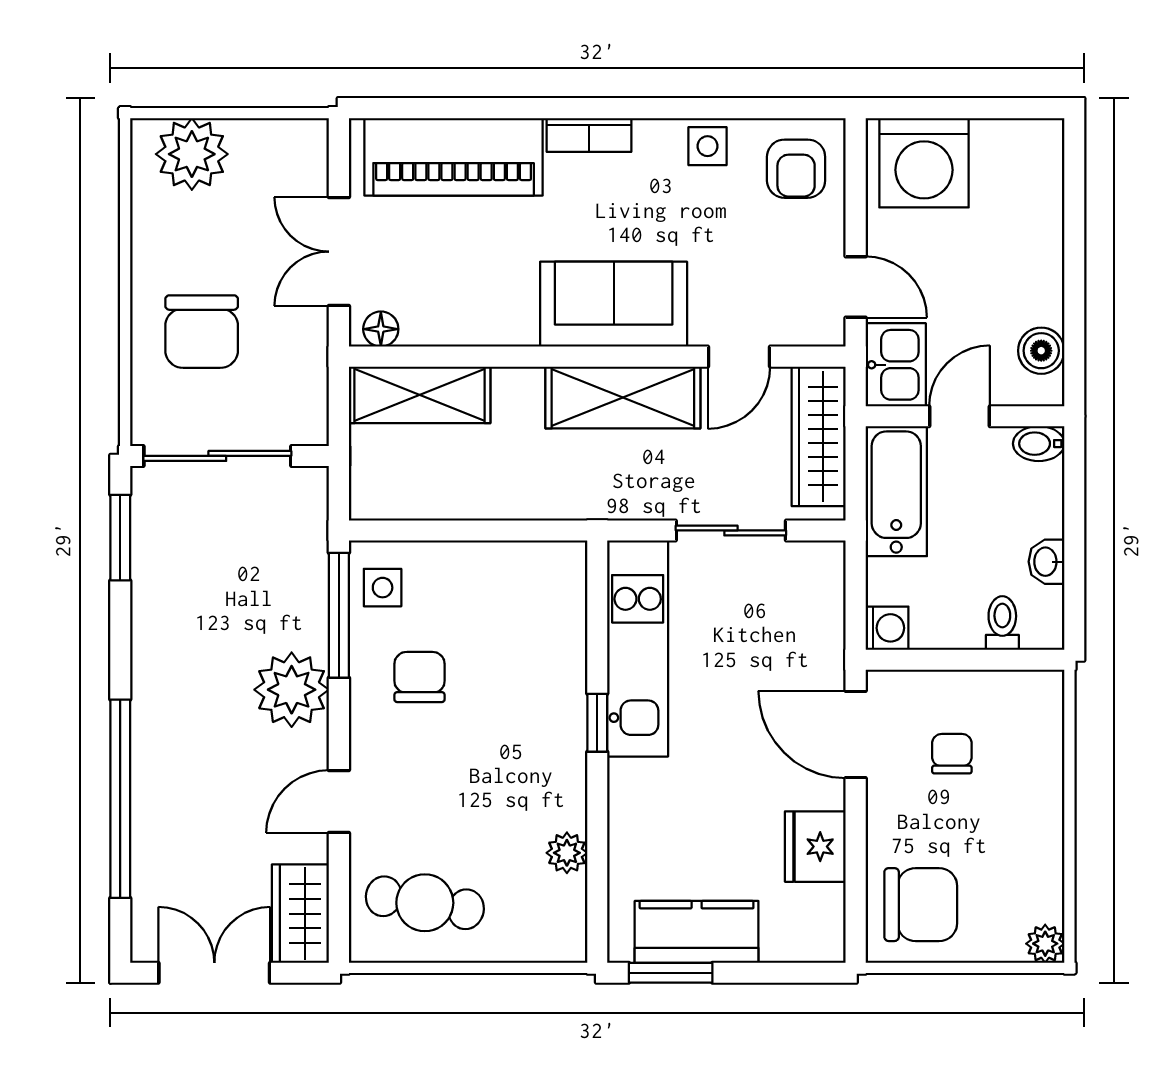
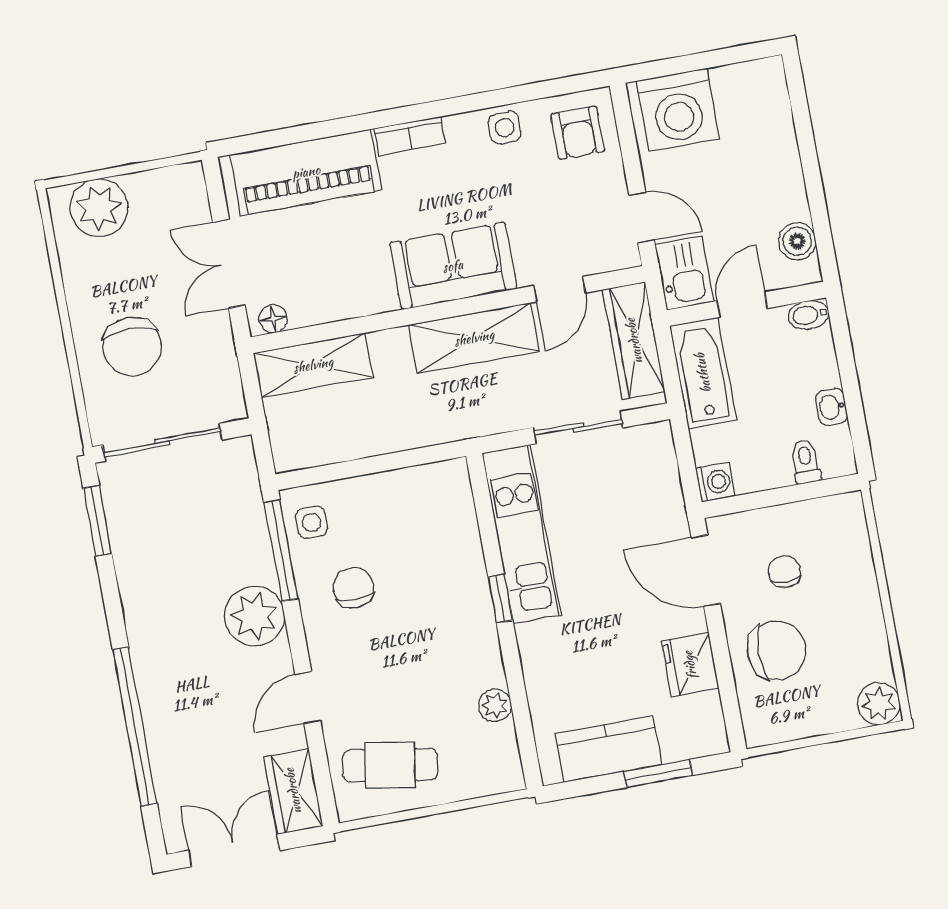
chair: (921, 905) -> (777, 650), moved
plant: (1045, 944) -> (879, 704), width x1.38, depth x1.38
window: (671, 973) -> (658, 773), moved

